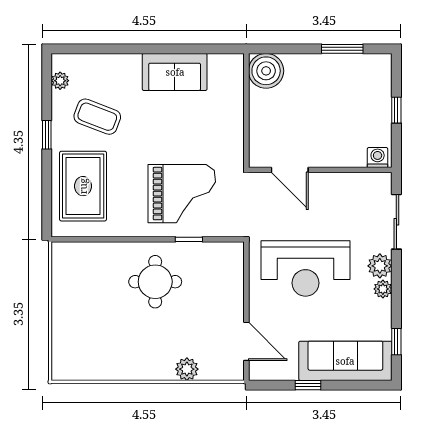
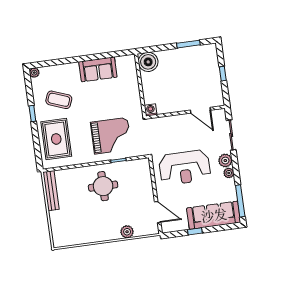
plant: (60, 81) -> (34, 73), moved
washing machine: (378, 157) -> (151, 110), moved
door: (290, 170) -> (200, 110), moved
bench: (61, 277) -> (51, 191), added
window: (396, 342) -> (240, 201), width x2.17

